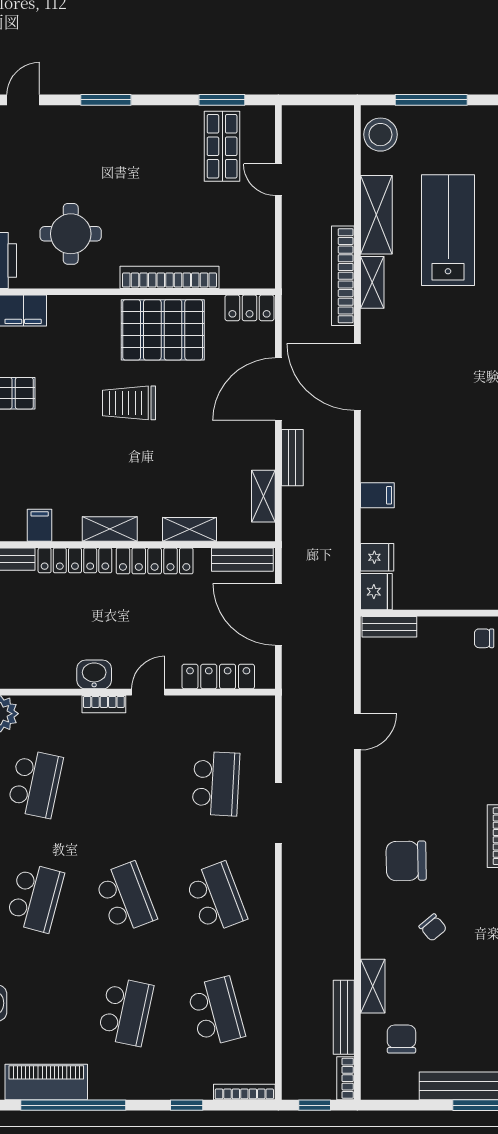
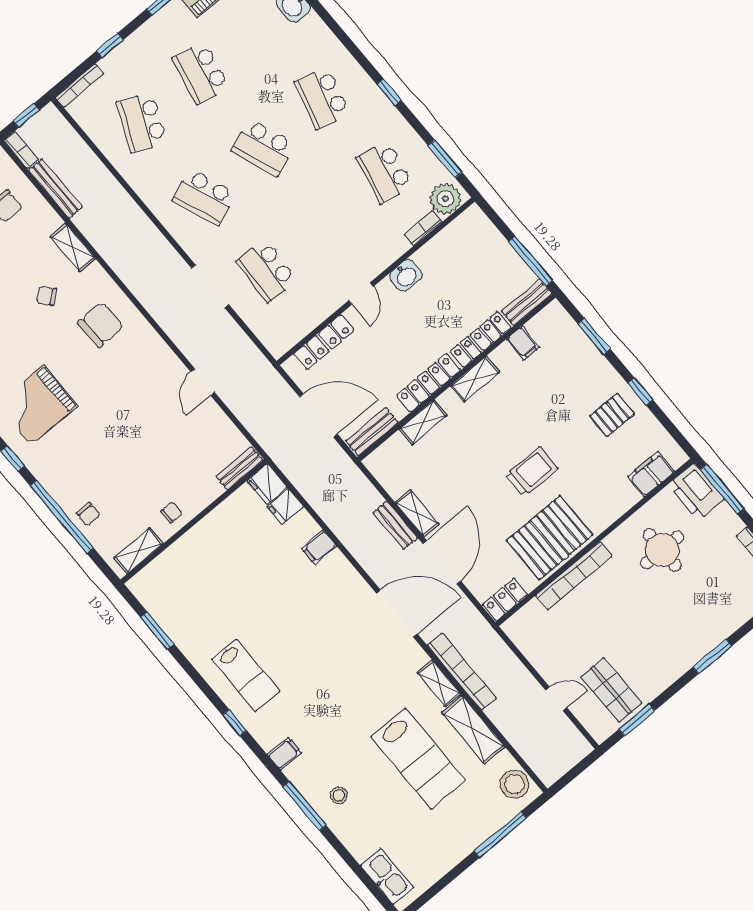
shelving: (263, 496) -> (417, 513), moved
bookcase: (104, 704) -> (423, 228), moved
shelving: (373, 986) -> (73, 248), moved
school desk: (216, 1012) -> (142, 122), turned 39

